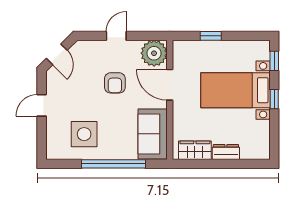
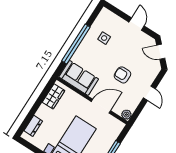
plant: (154, 53) -> (126, 115), width x0.53, depth x0.53
side table: (84, 134) -> (104, 38), width x0.54, depth x0.54
dresser: (226, 152) -> (33, 126), moved

